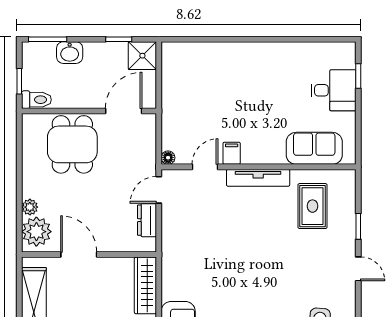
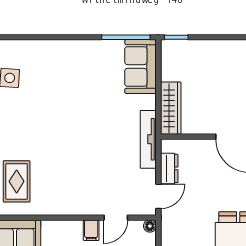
tv unit: (258, 178) -> (148, 139), moved, turned -90

